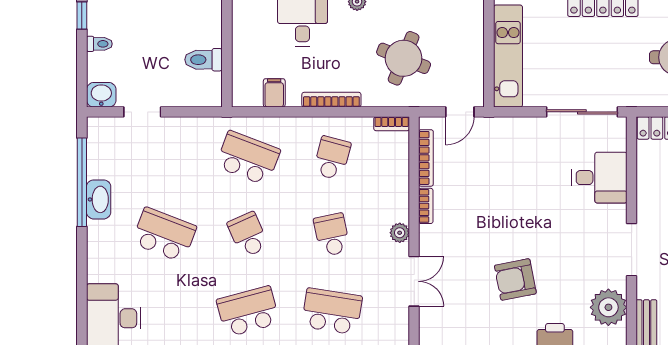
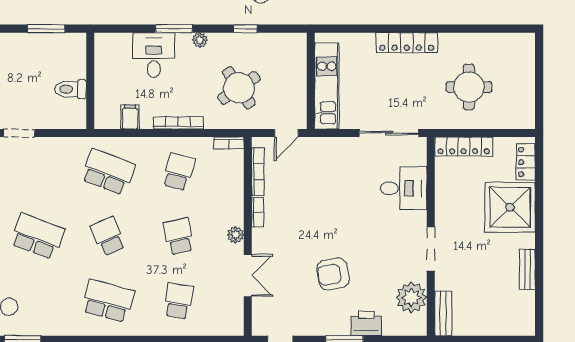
round table: (404, 58) -> (239, 88), turned 34
school desk: (248, 311) -> (108, 301), turned 30
school desk: (332, 311) -> (179, 301), width x0.54

